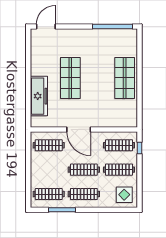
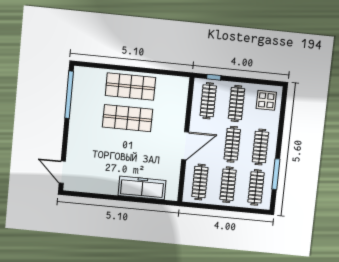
shop shelf: (70, 78) -> (128, 118), moved
clothes rail: (49, 170) -> (228, 185), added

